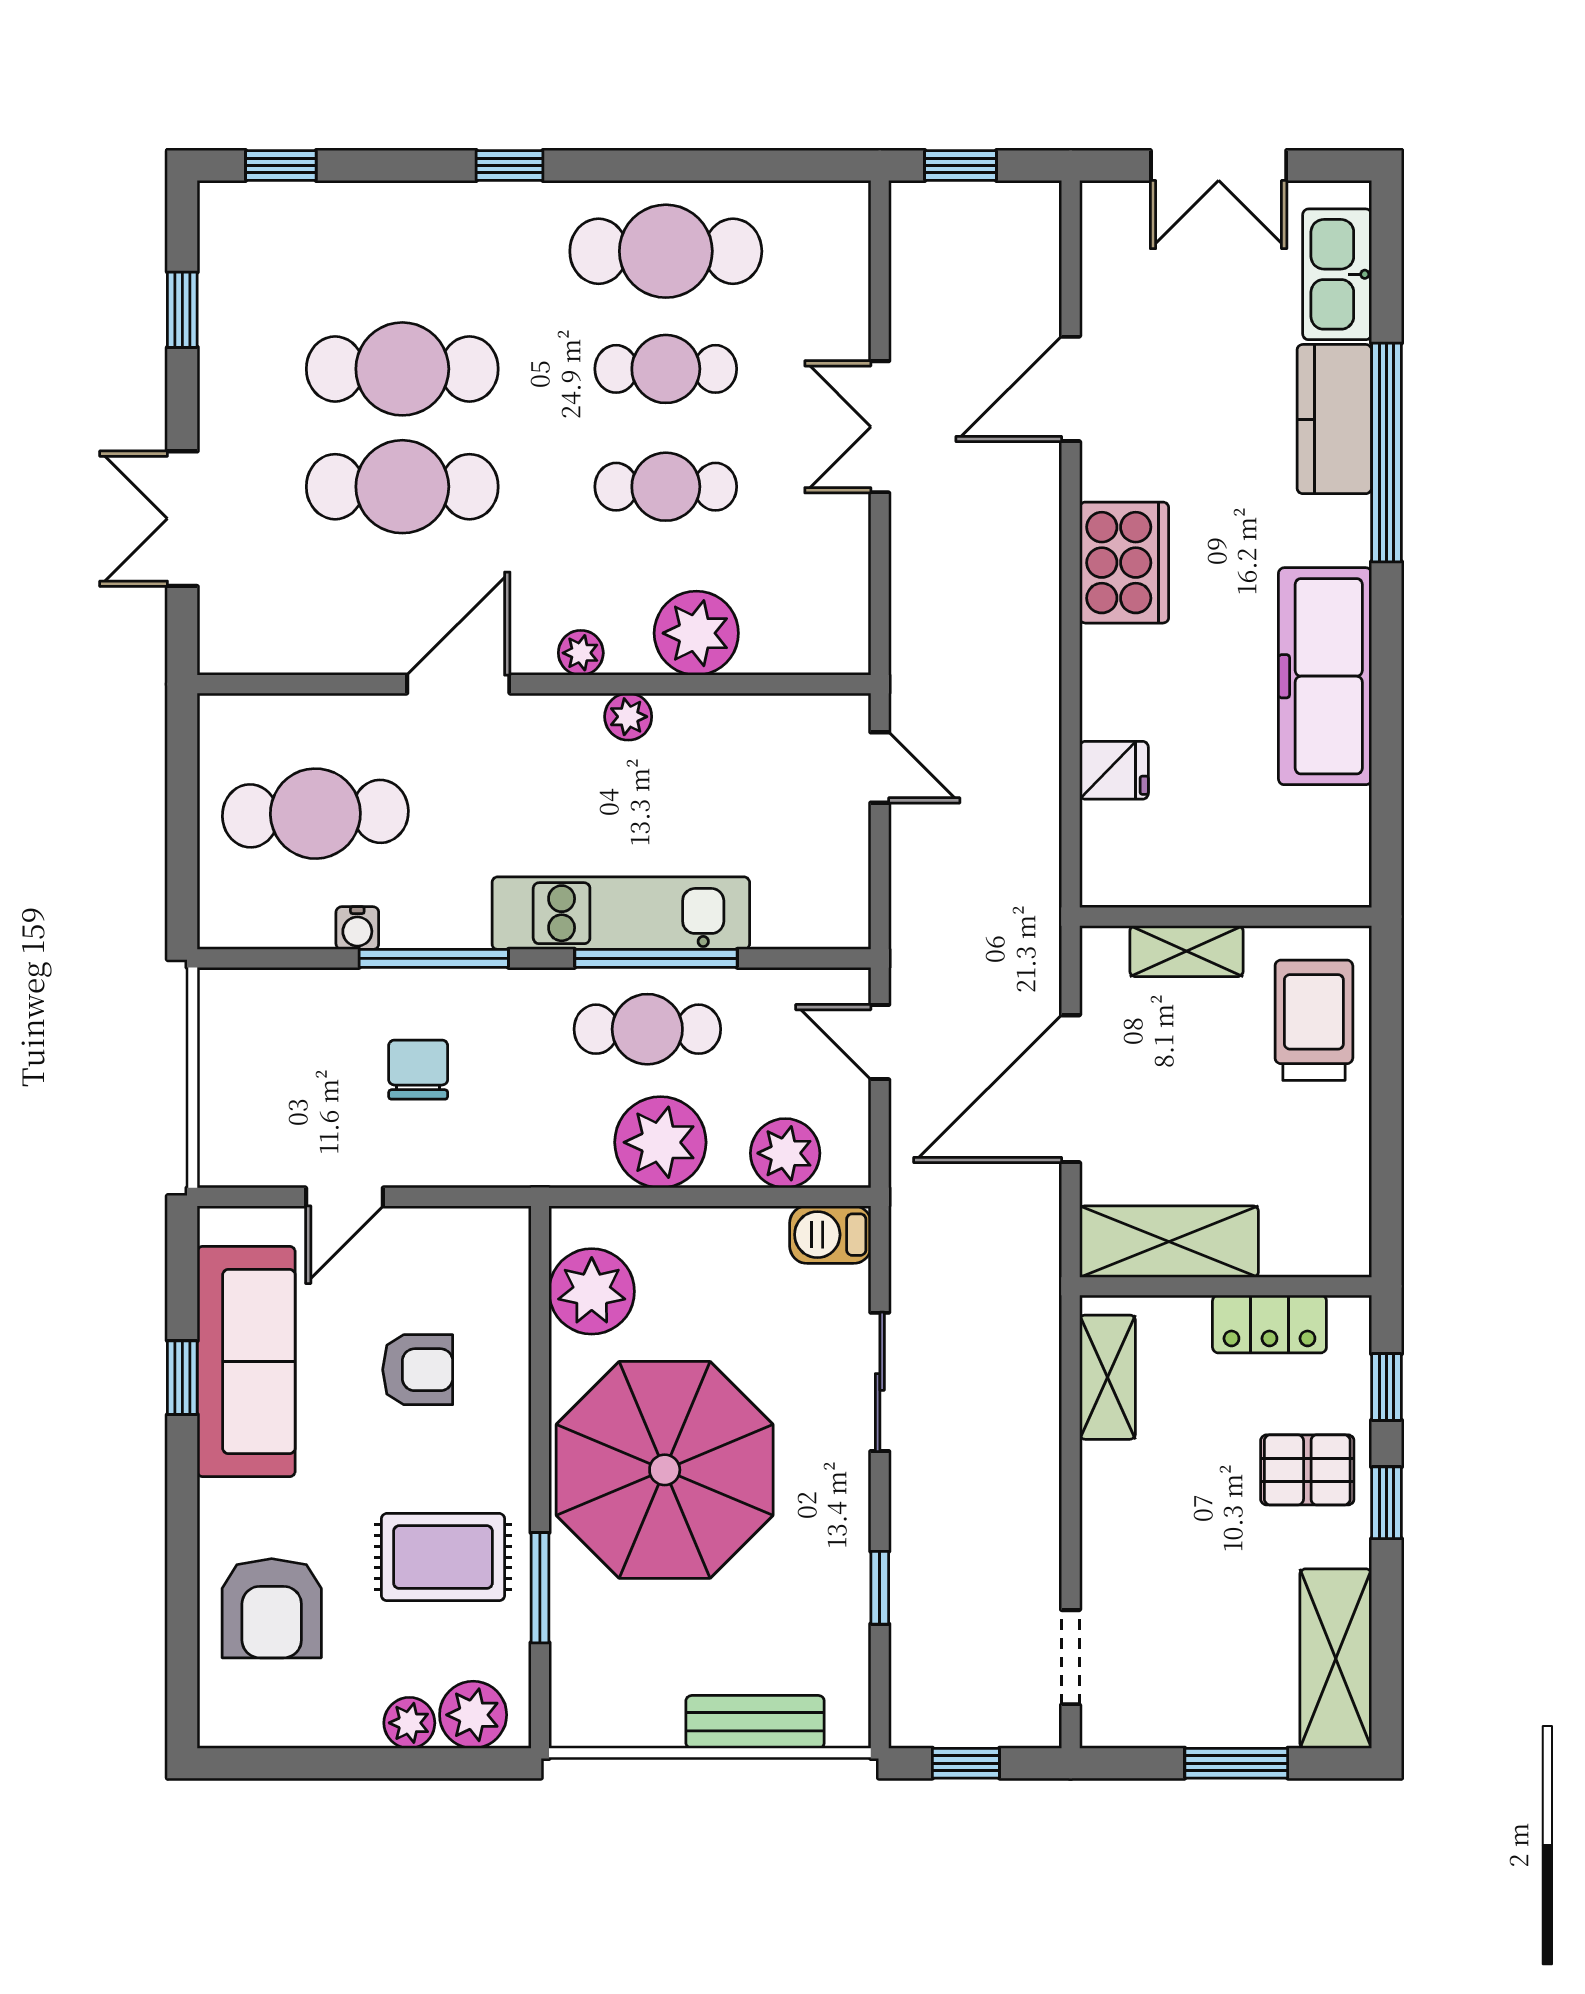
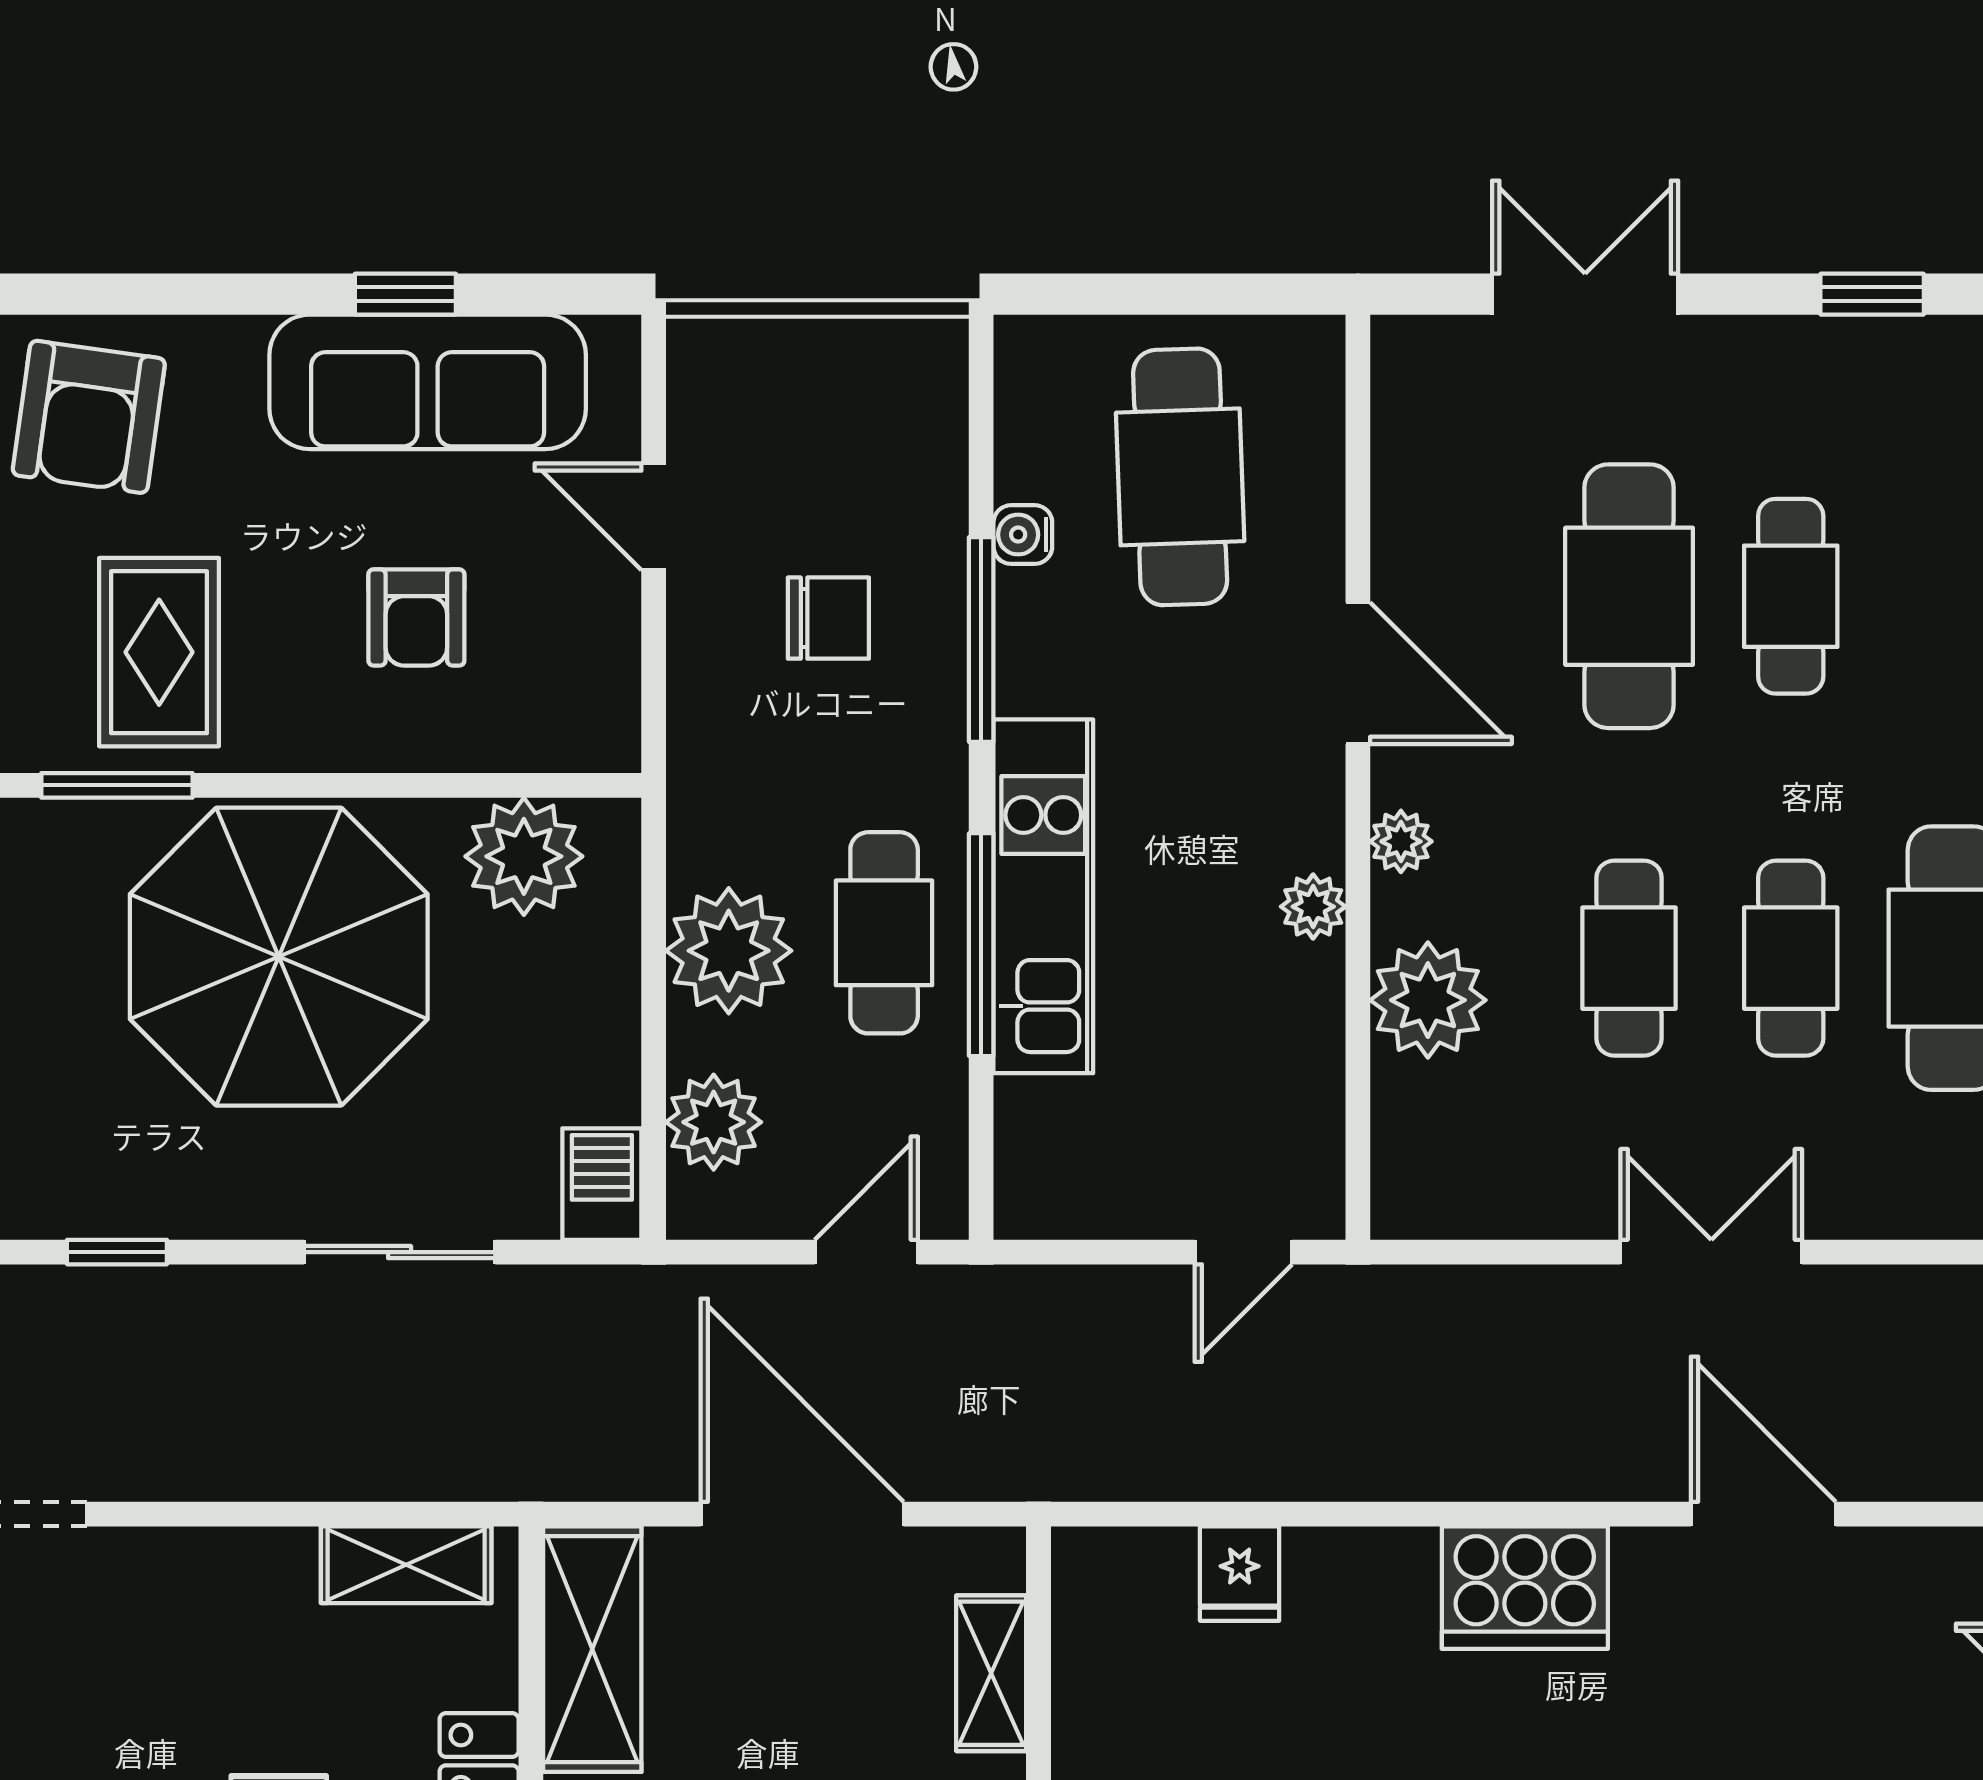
cafe table: (402, 369) -> (1791, 596), width x0.73, depth x0.74
armchair: (272, 1608) -> (89, 417), turned -82

